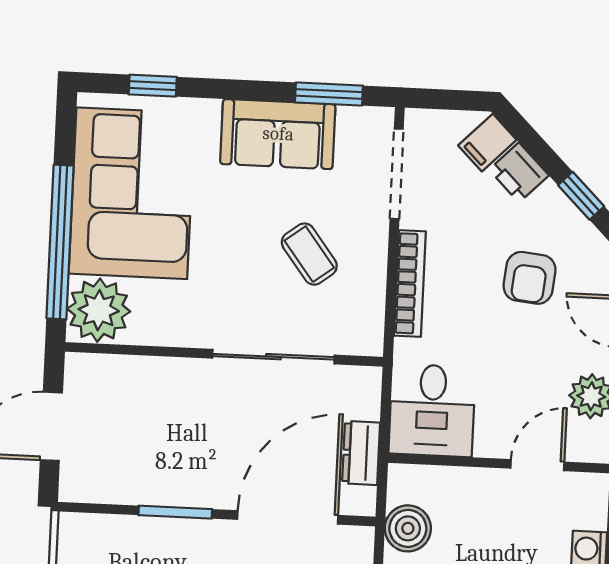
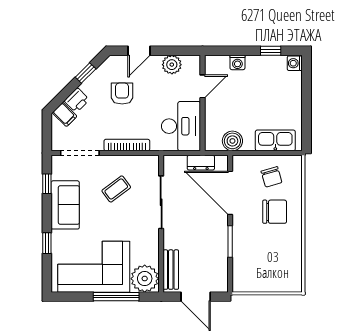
window: (153, 86) -> (47, 243), moved
window: (329, 94) -> (47, 184), width x0.67
window: (60, 242) -> (116, 297), width x0.68
armchair: (530, 278) -> (122, 94), turned -96
bench: (117, 372) -> (171, 270), added
desk: (432, 410) -> (181, 126), width x1.37
door: (537, 465) -> (203, 86), swing flipped

